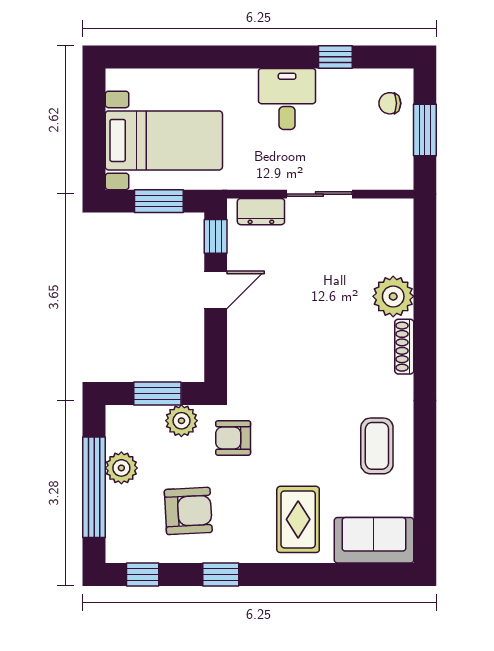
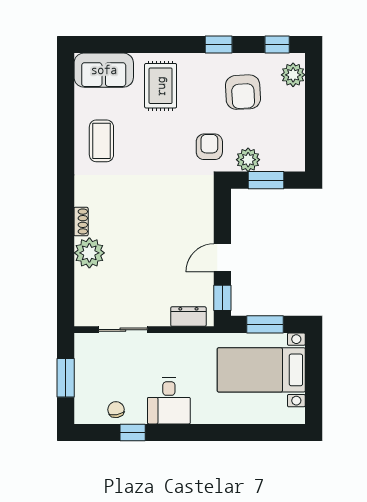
chair: (390, 103) -> (116, 410), moved, turned -100
sliding door: (319, 194) -> (123, 330), moved
shoe rack: (404, 347) -> (81, 222), width x0.70
armchair: (233, 438) -> (209, 147), turned -90
plant: (121, 468) -> (293, 75), moved
window: (94, 487) -> (314, 110), removed
armchair: (188, 511) -> (243, 92), turned -90

